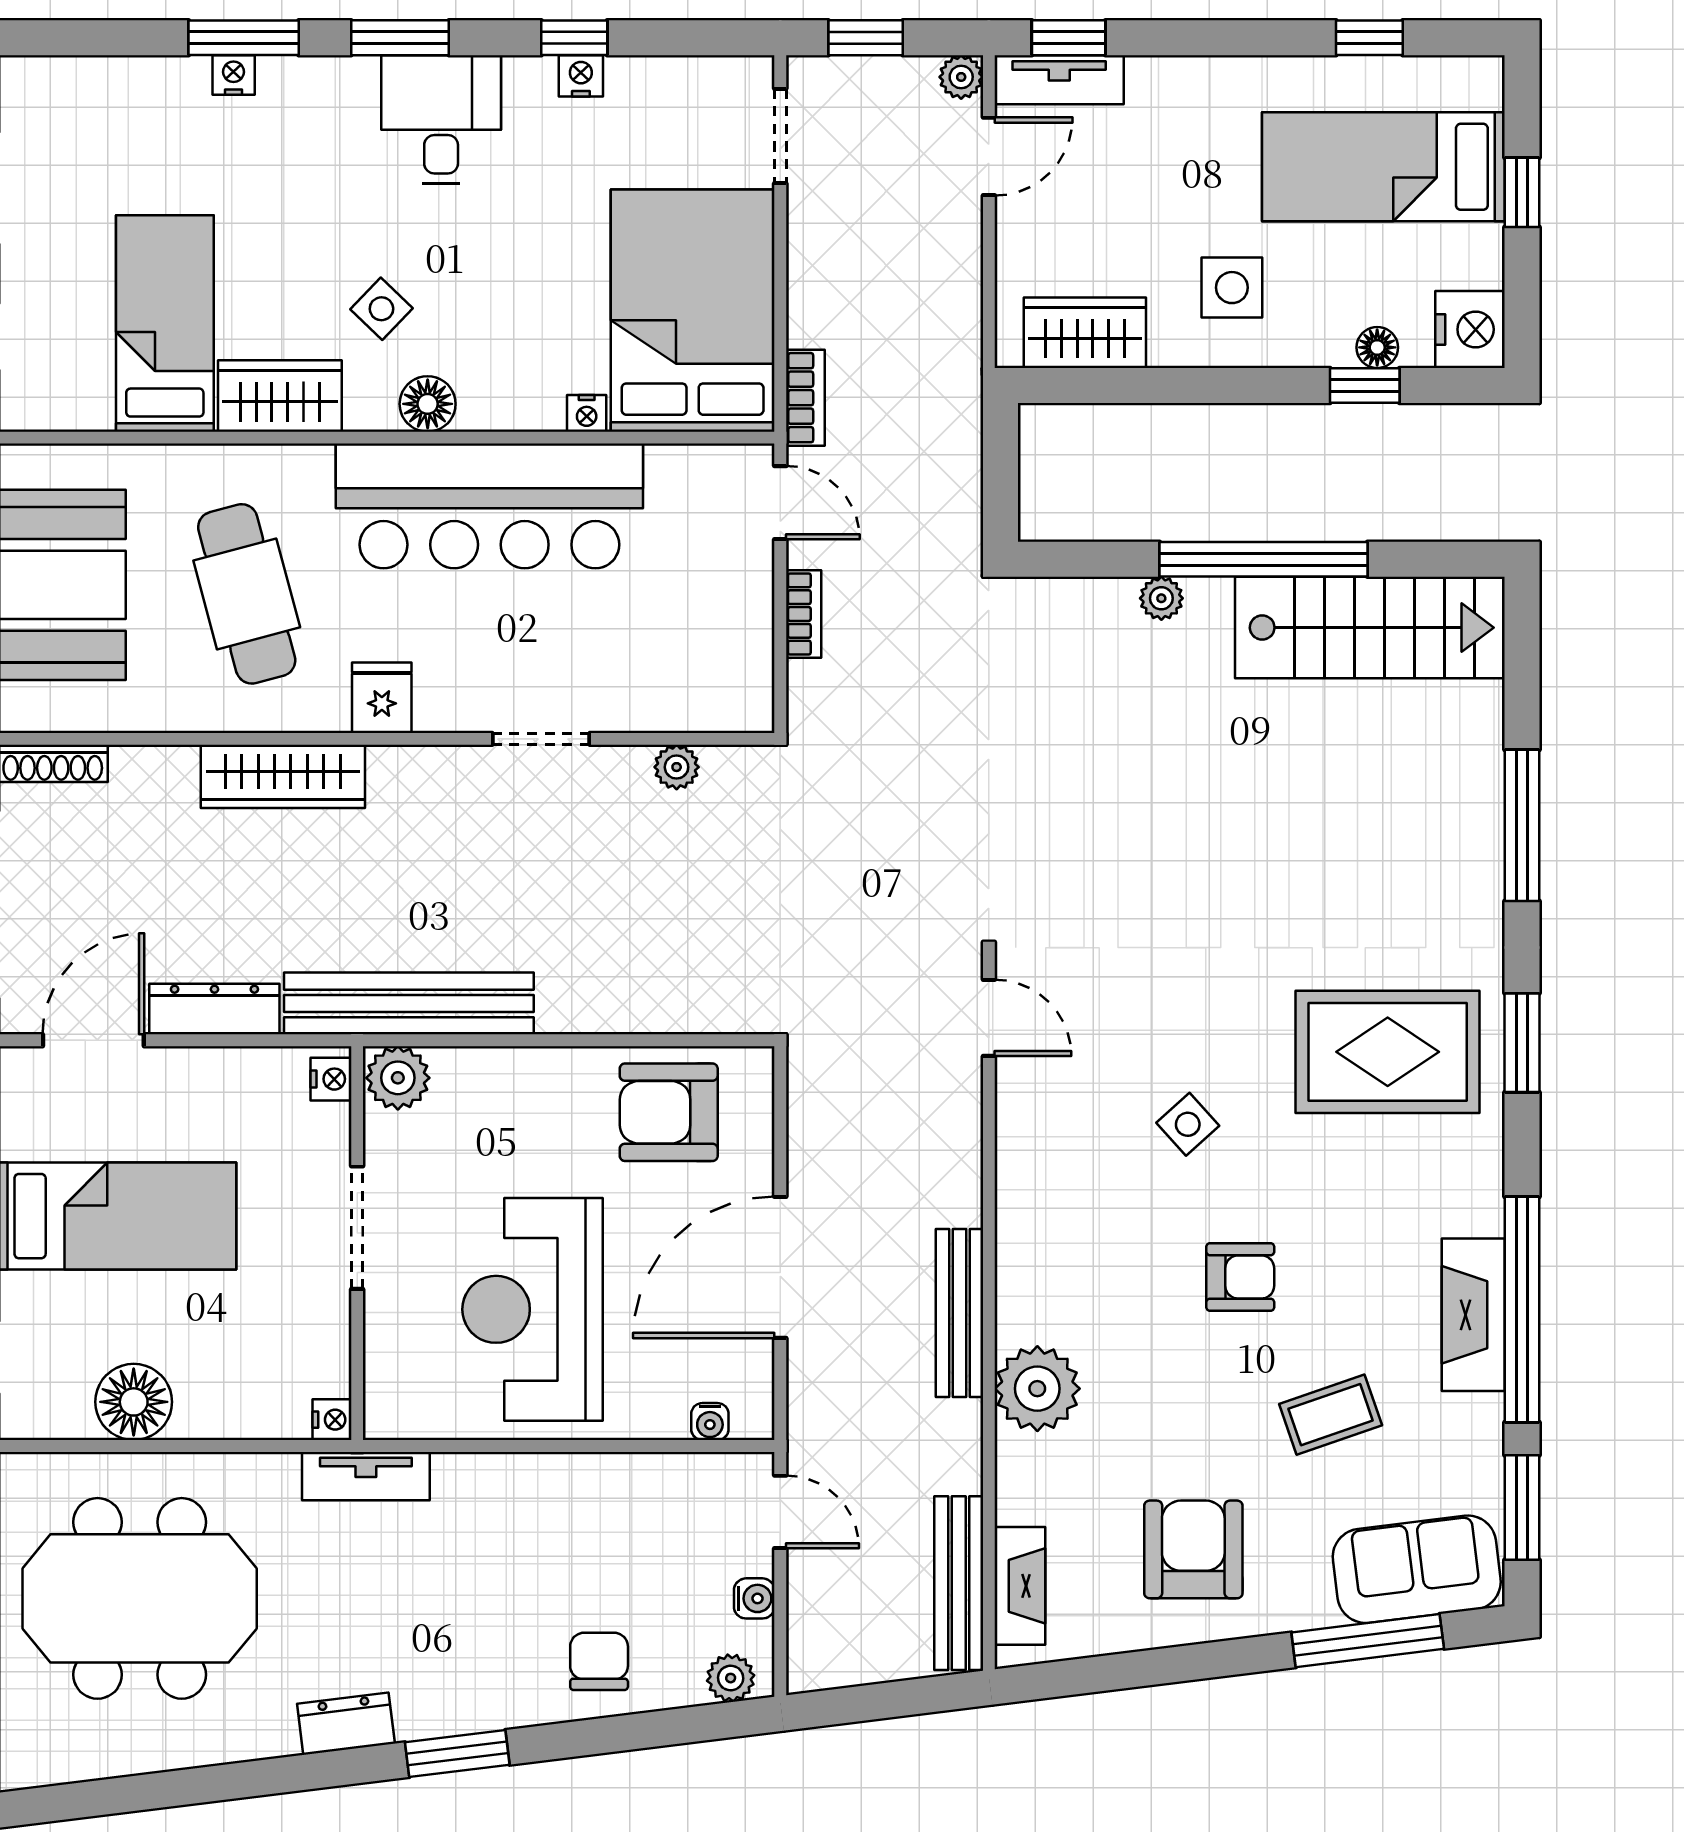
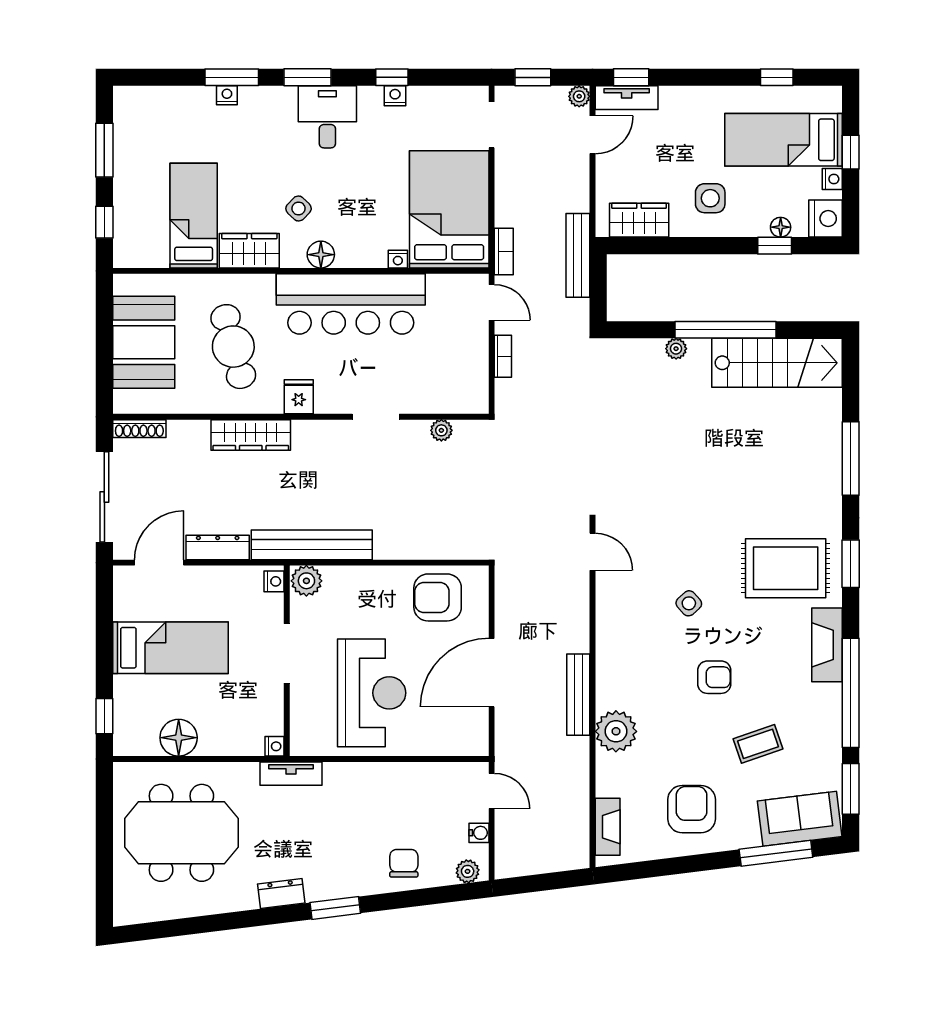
nightstand: (1484, 248) -> (832, 179), added
reception desk: (532, 1309) -> (372, 693), turned 180
fireplace: (1473, 1315) -> (827, 645), moved
water cooler: (710, 1422) -> (458, 747), removed
bench: (959, 1583) -> (578, 255), moved

